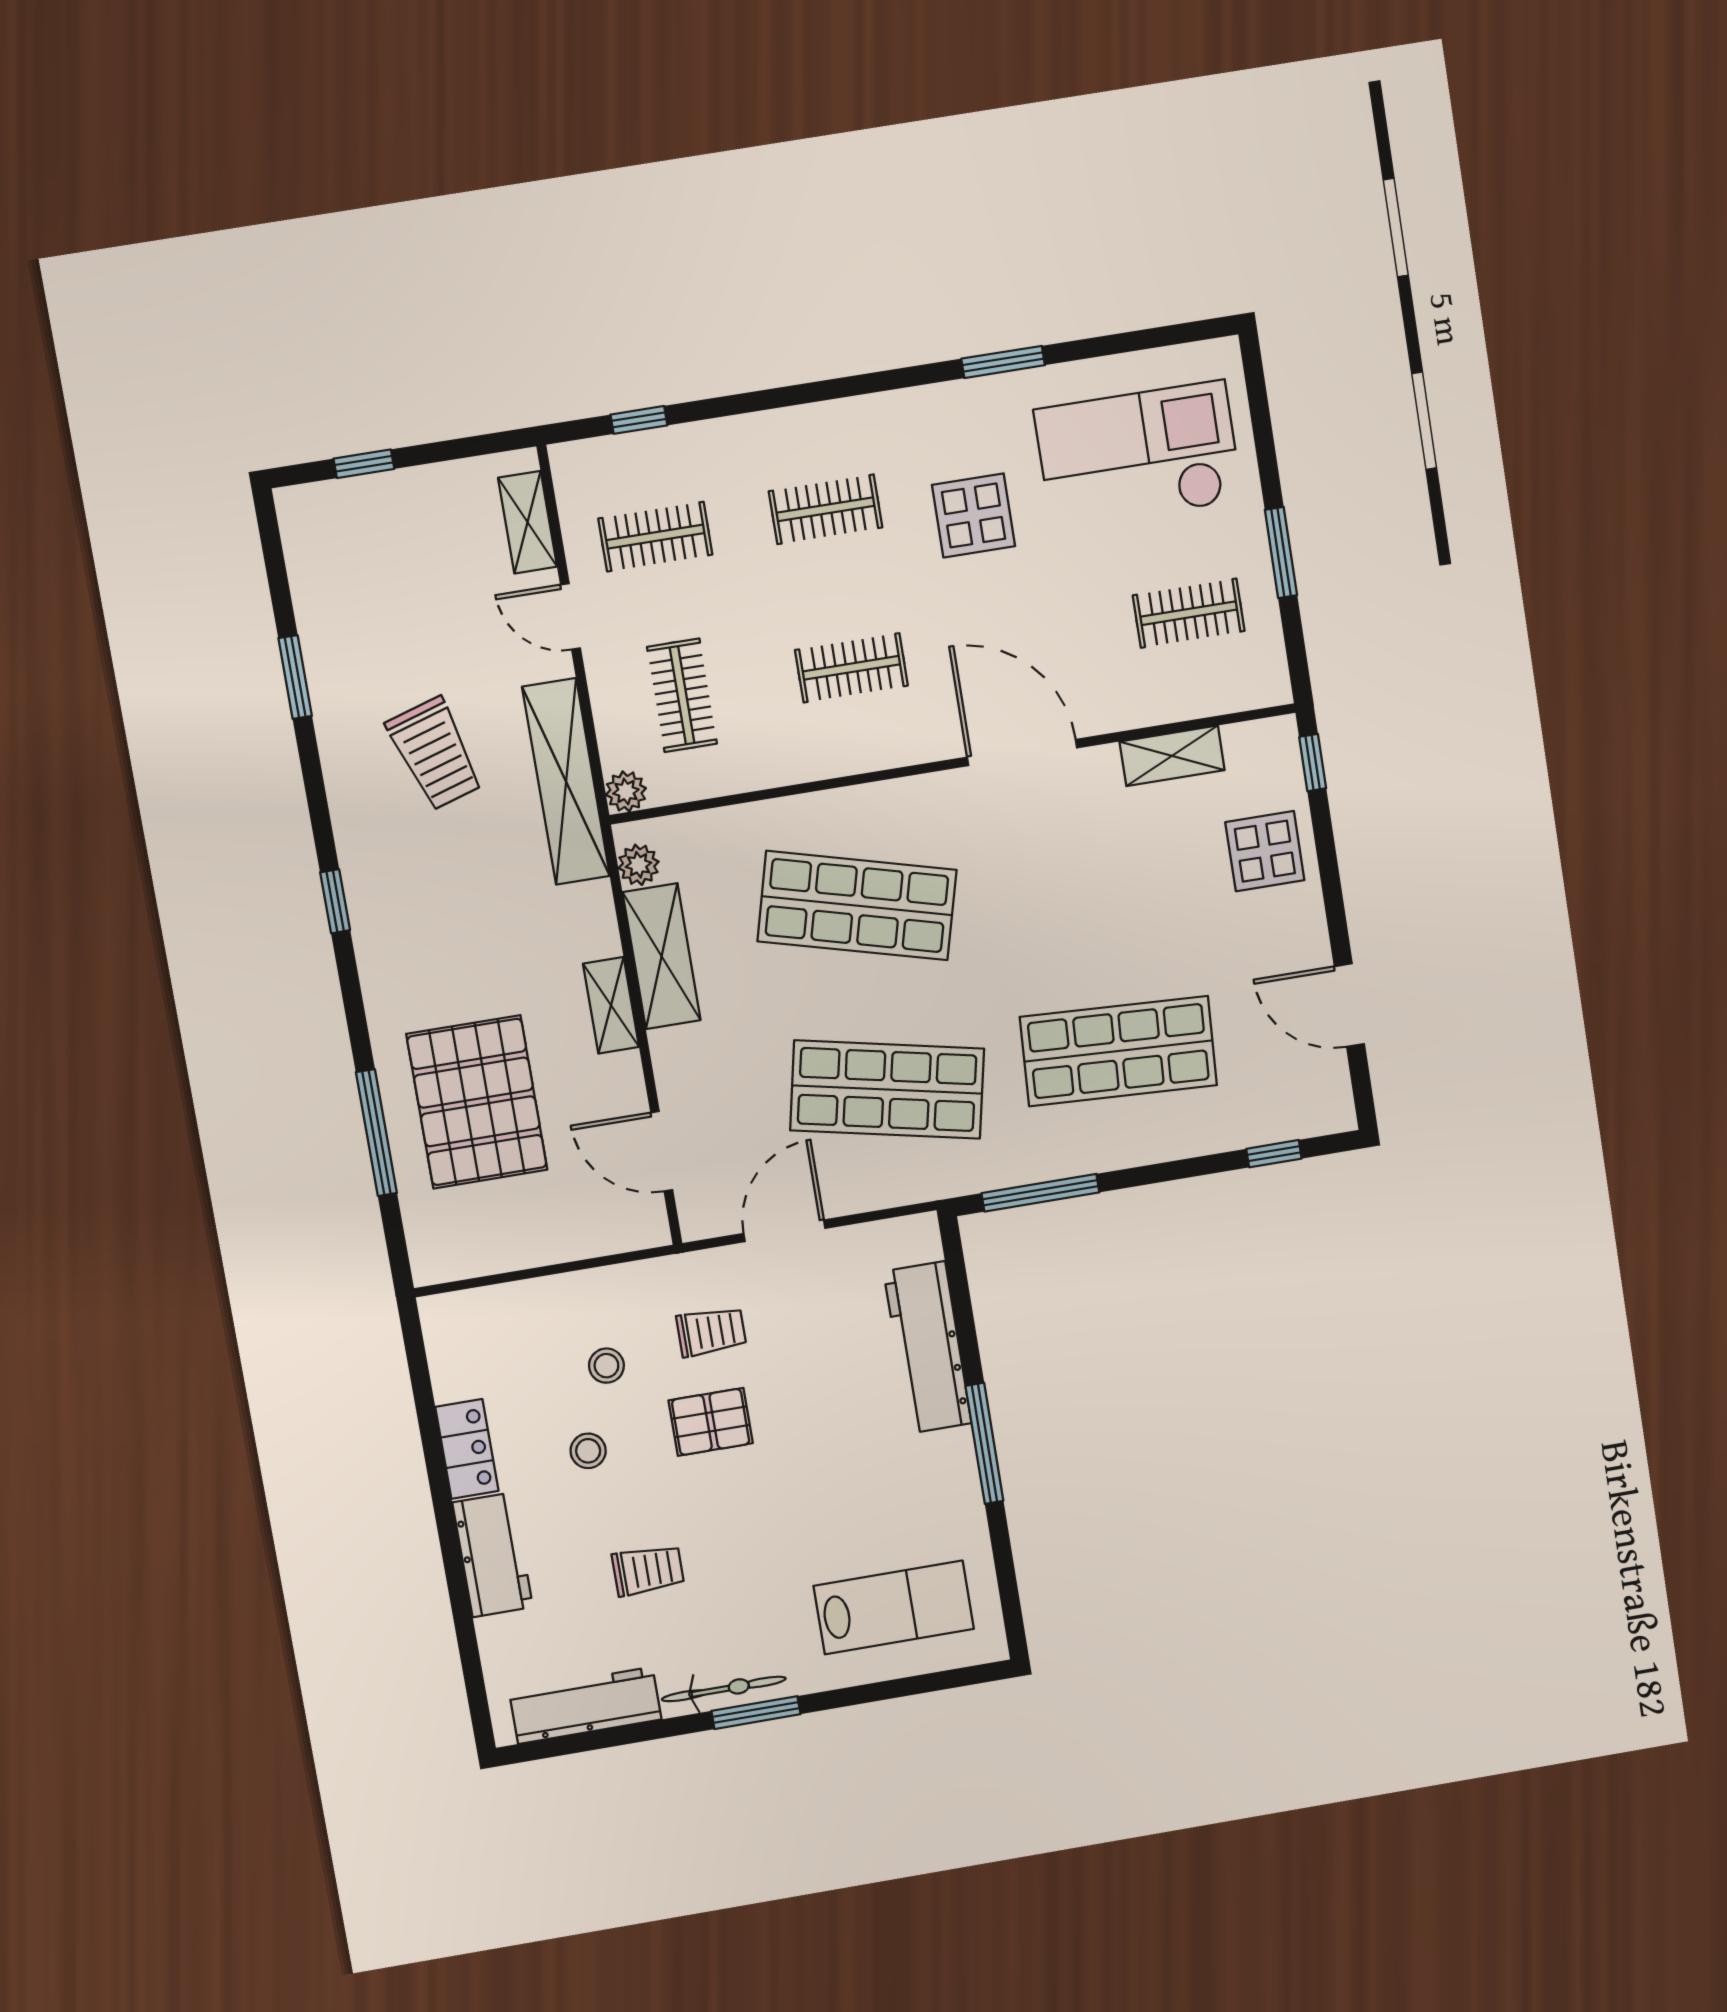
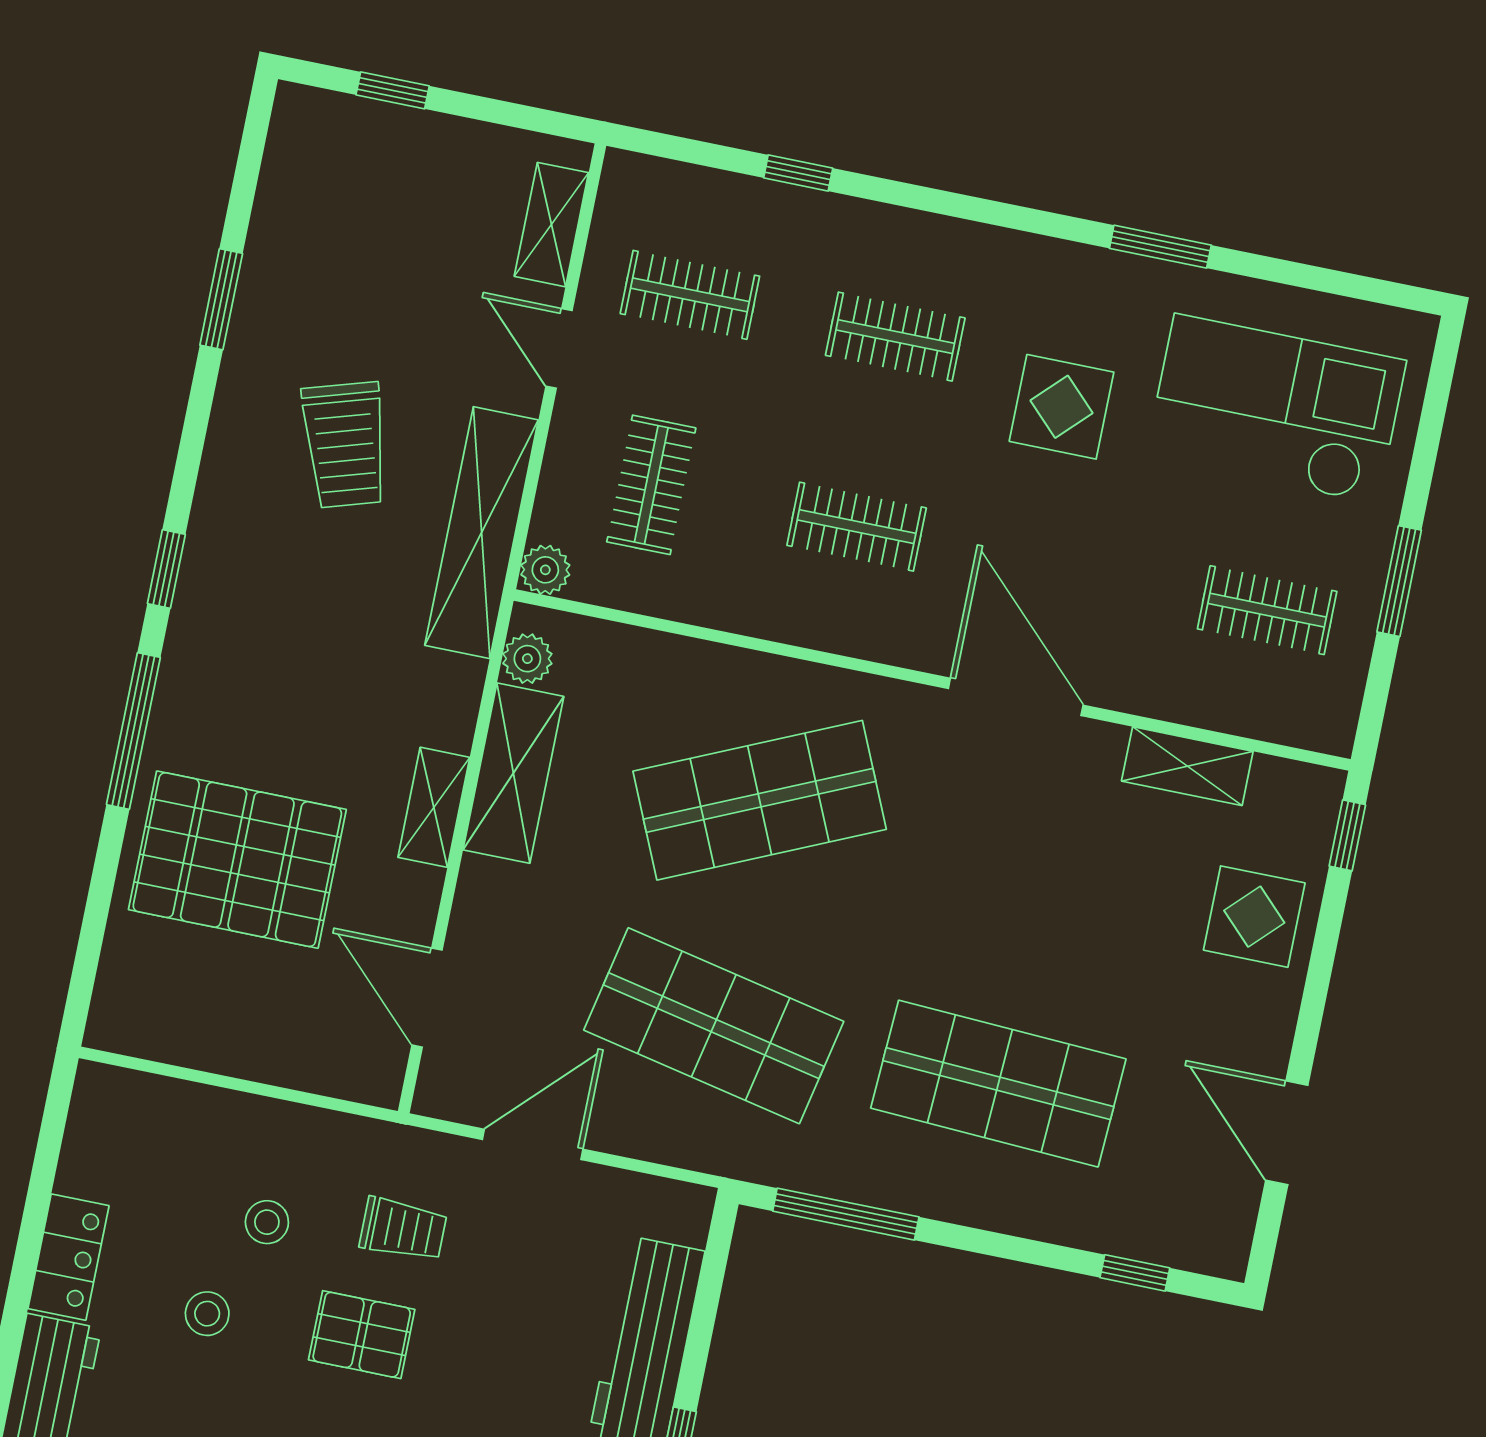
window: (639, 420) -> (798, 173), moved
shop shelf: (857, 906) -> (760, 800), turned -39
pallet: (477, 1102) -> (237, 860), turned 90
window: (376, 1133) -> (133, 731), moved

